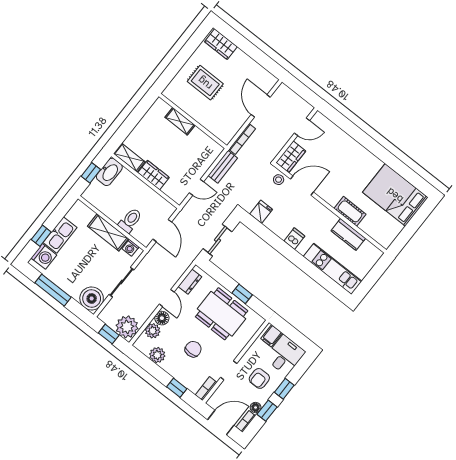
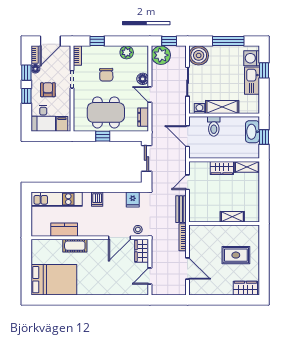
washbasin: (109, 172) -> (252, 132), moved
plant: (153, 331) -> (142, 66), removed

